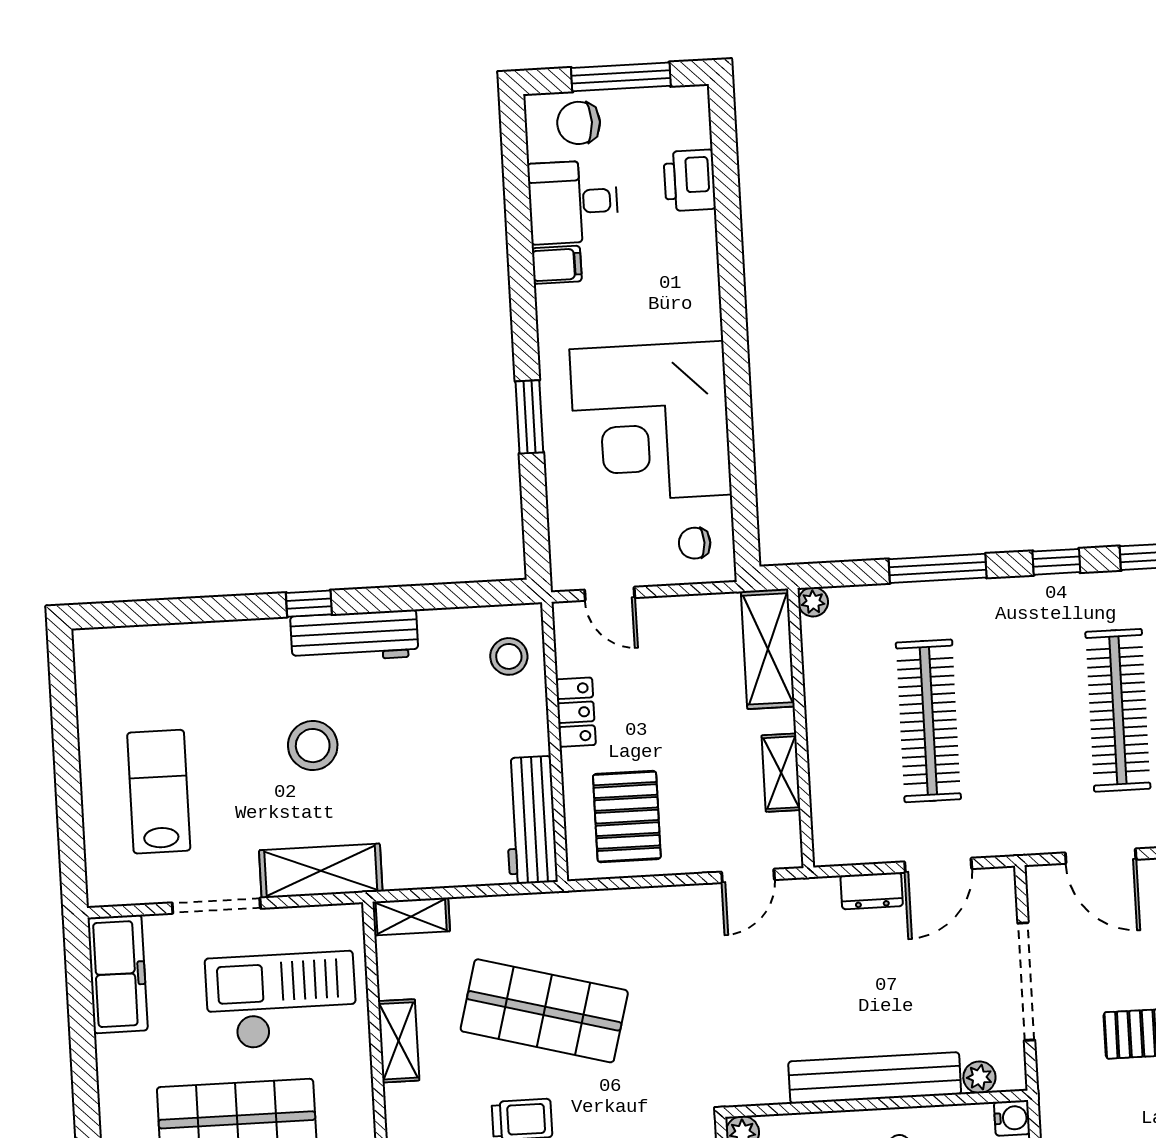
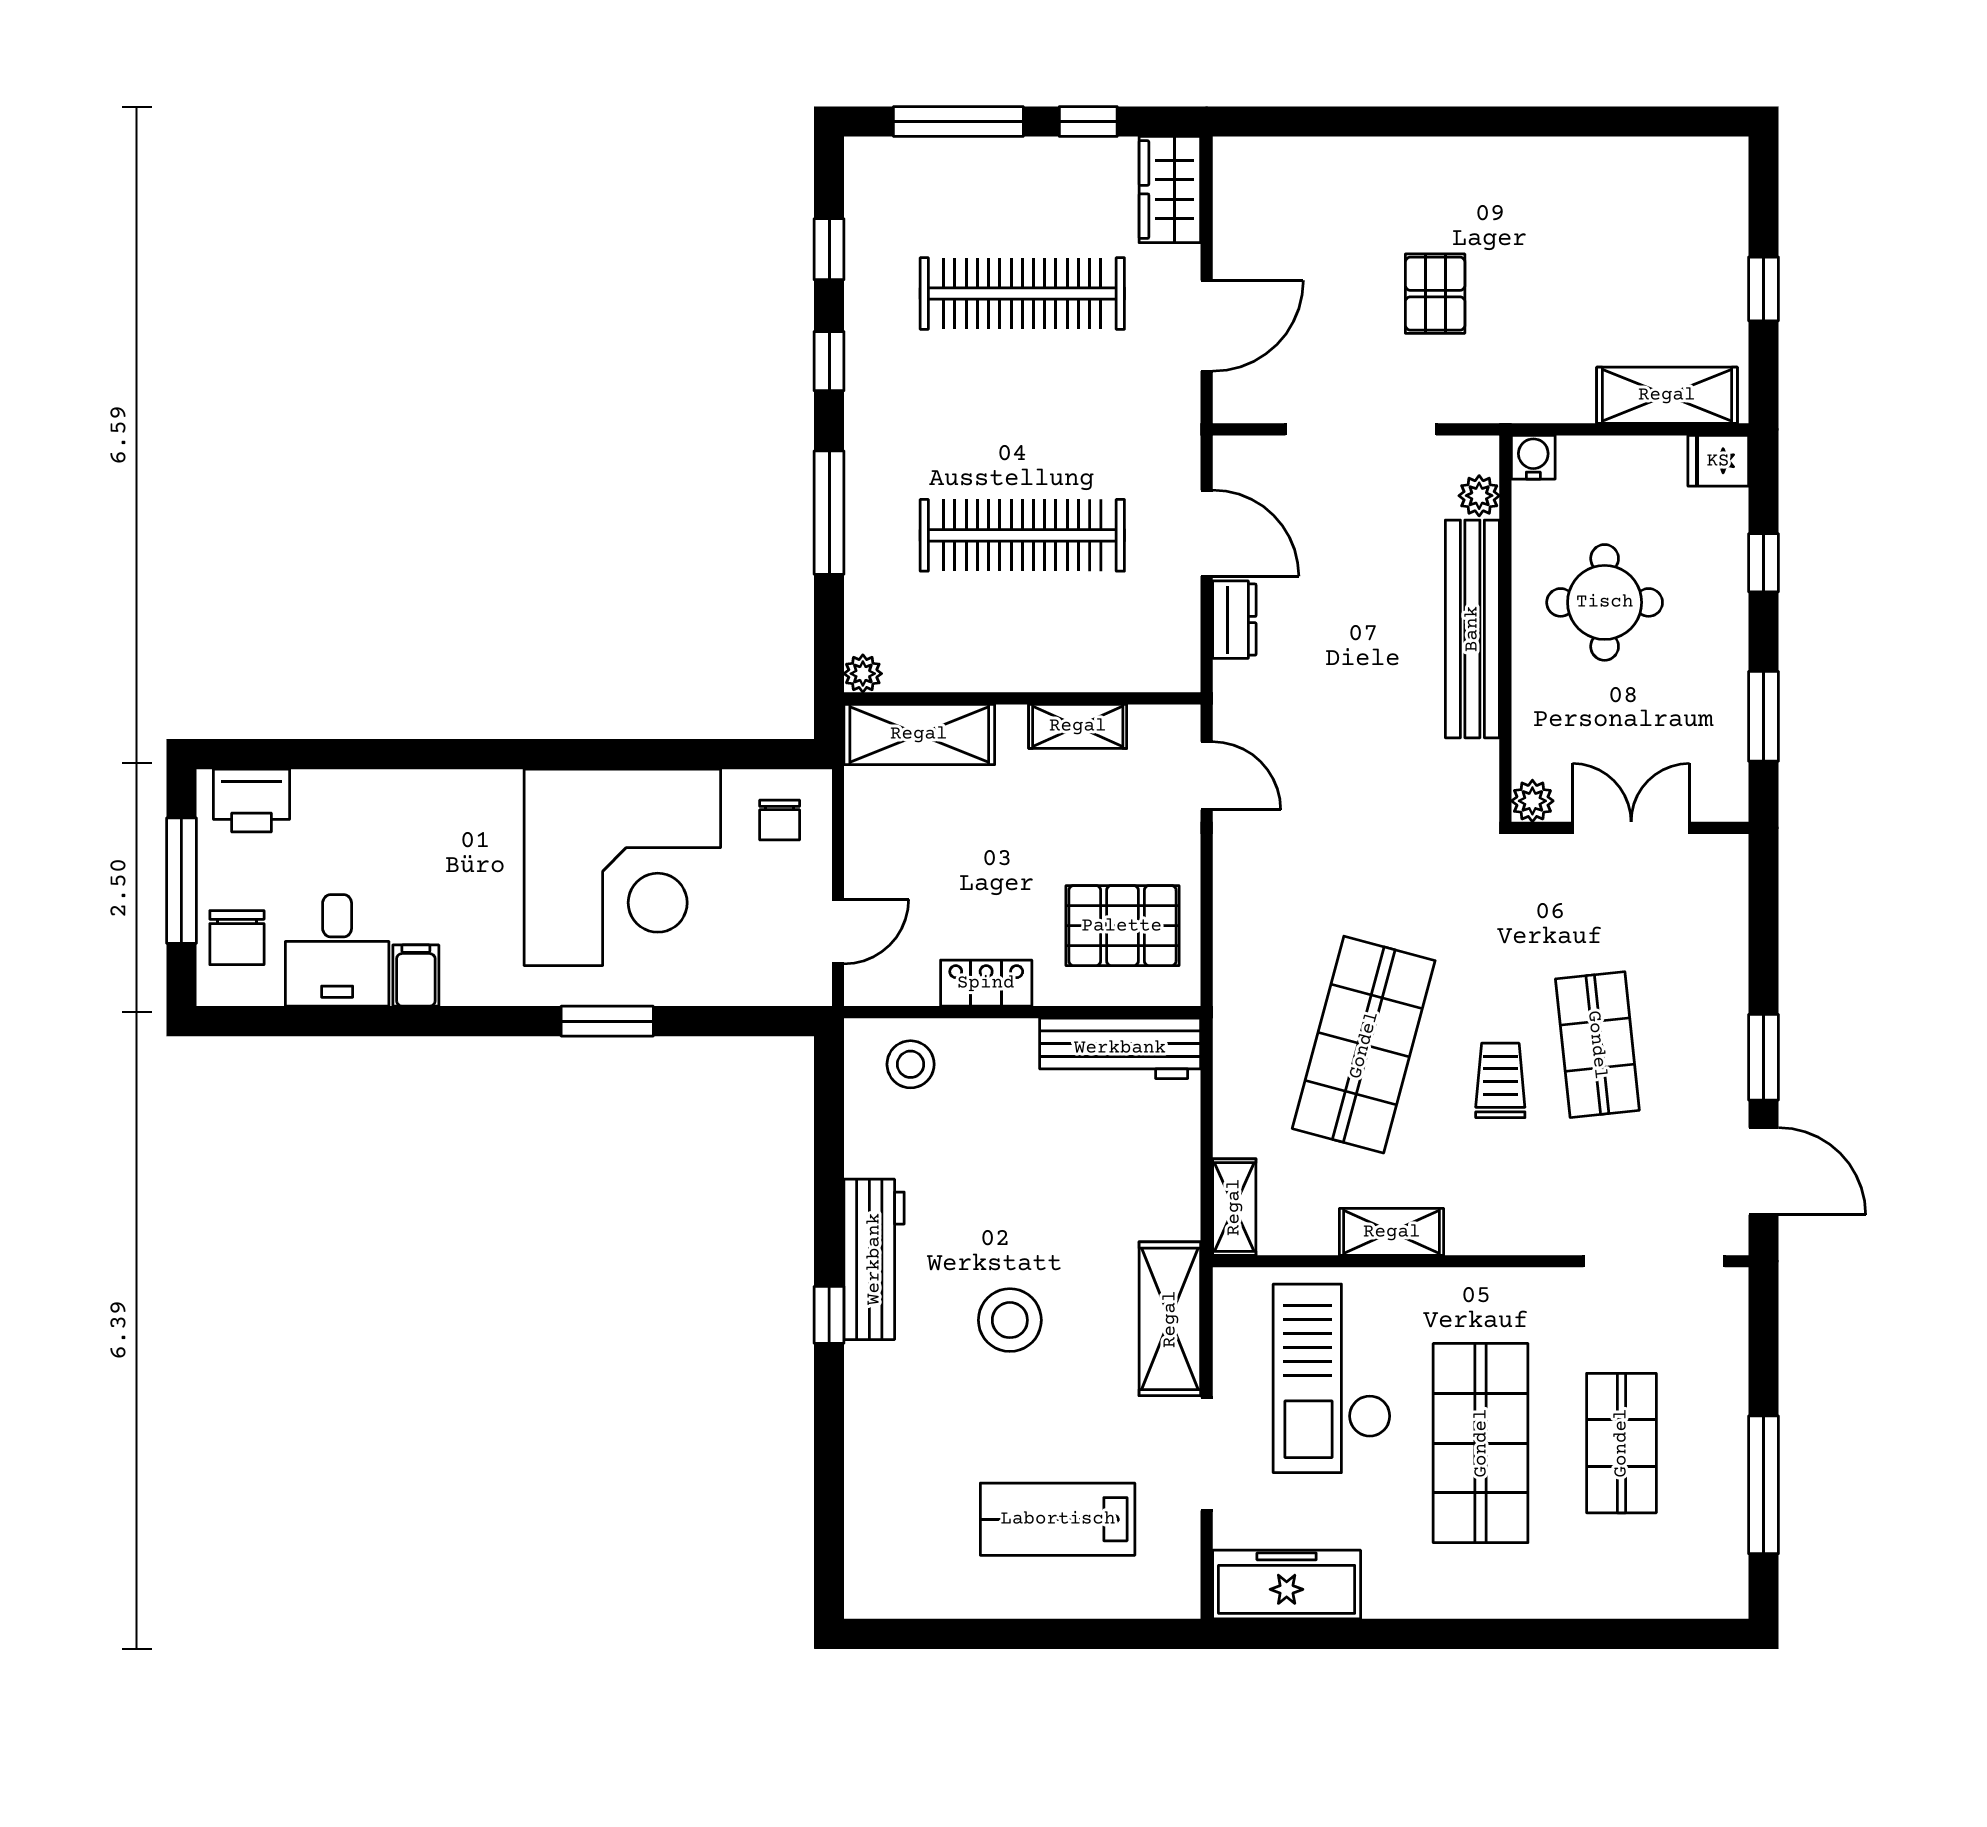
printer: (690, 180) -> (251, 801), moved

